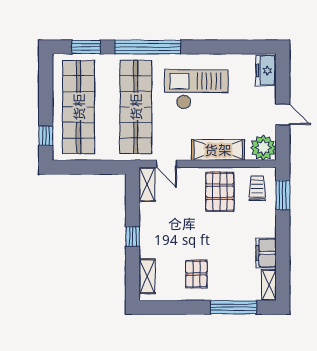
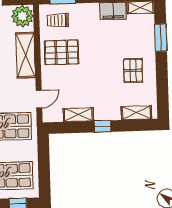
shelving: (147, 184) -> (78, 115), moved
pallet: (196, 274) -> (133, 70), turned 90
window: (233, 307) -> (161, 38), width x0.69

